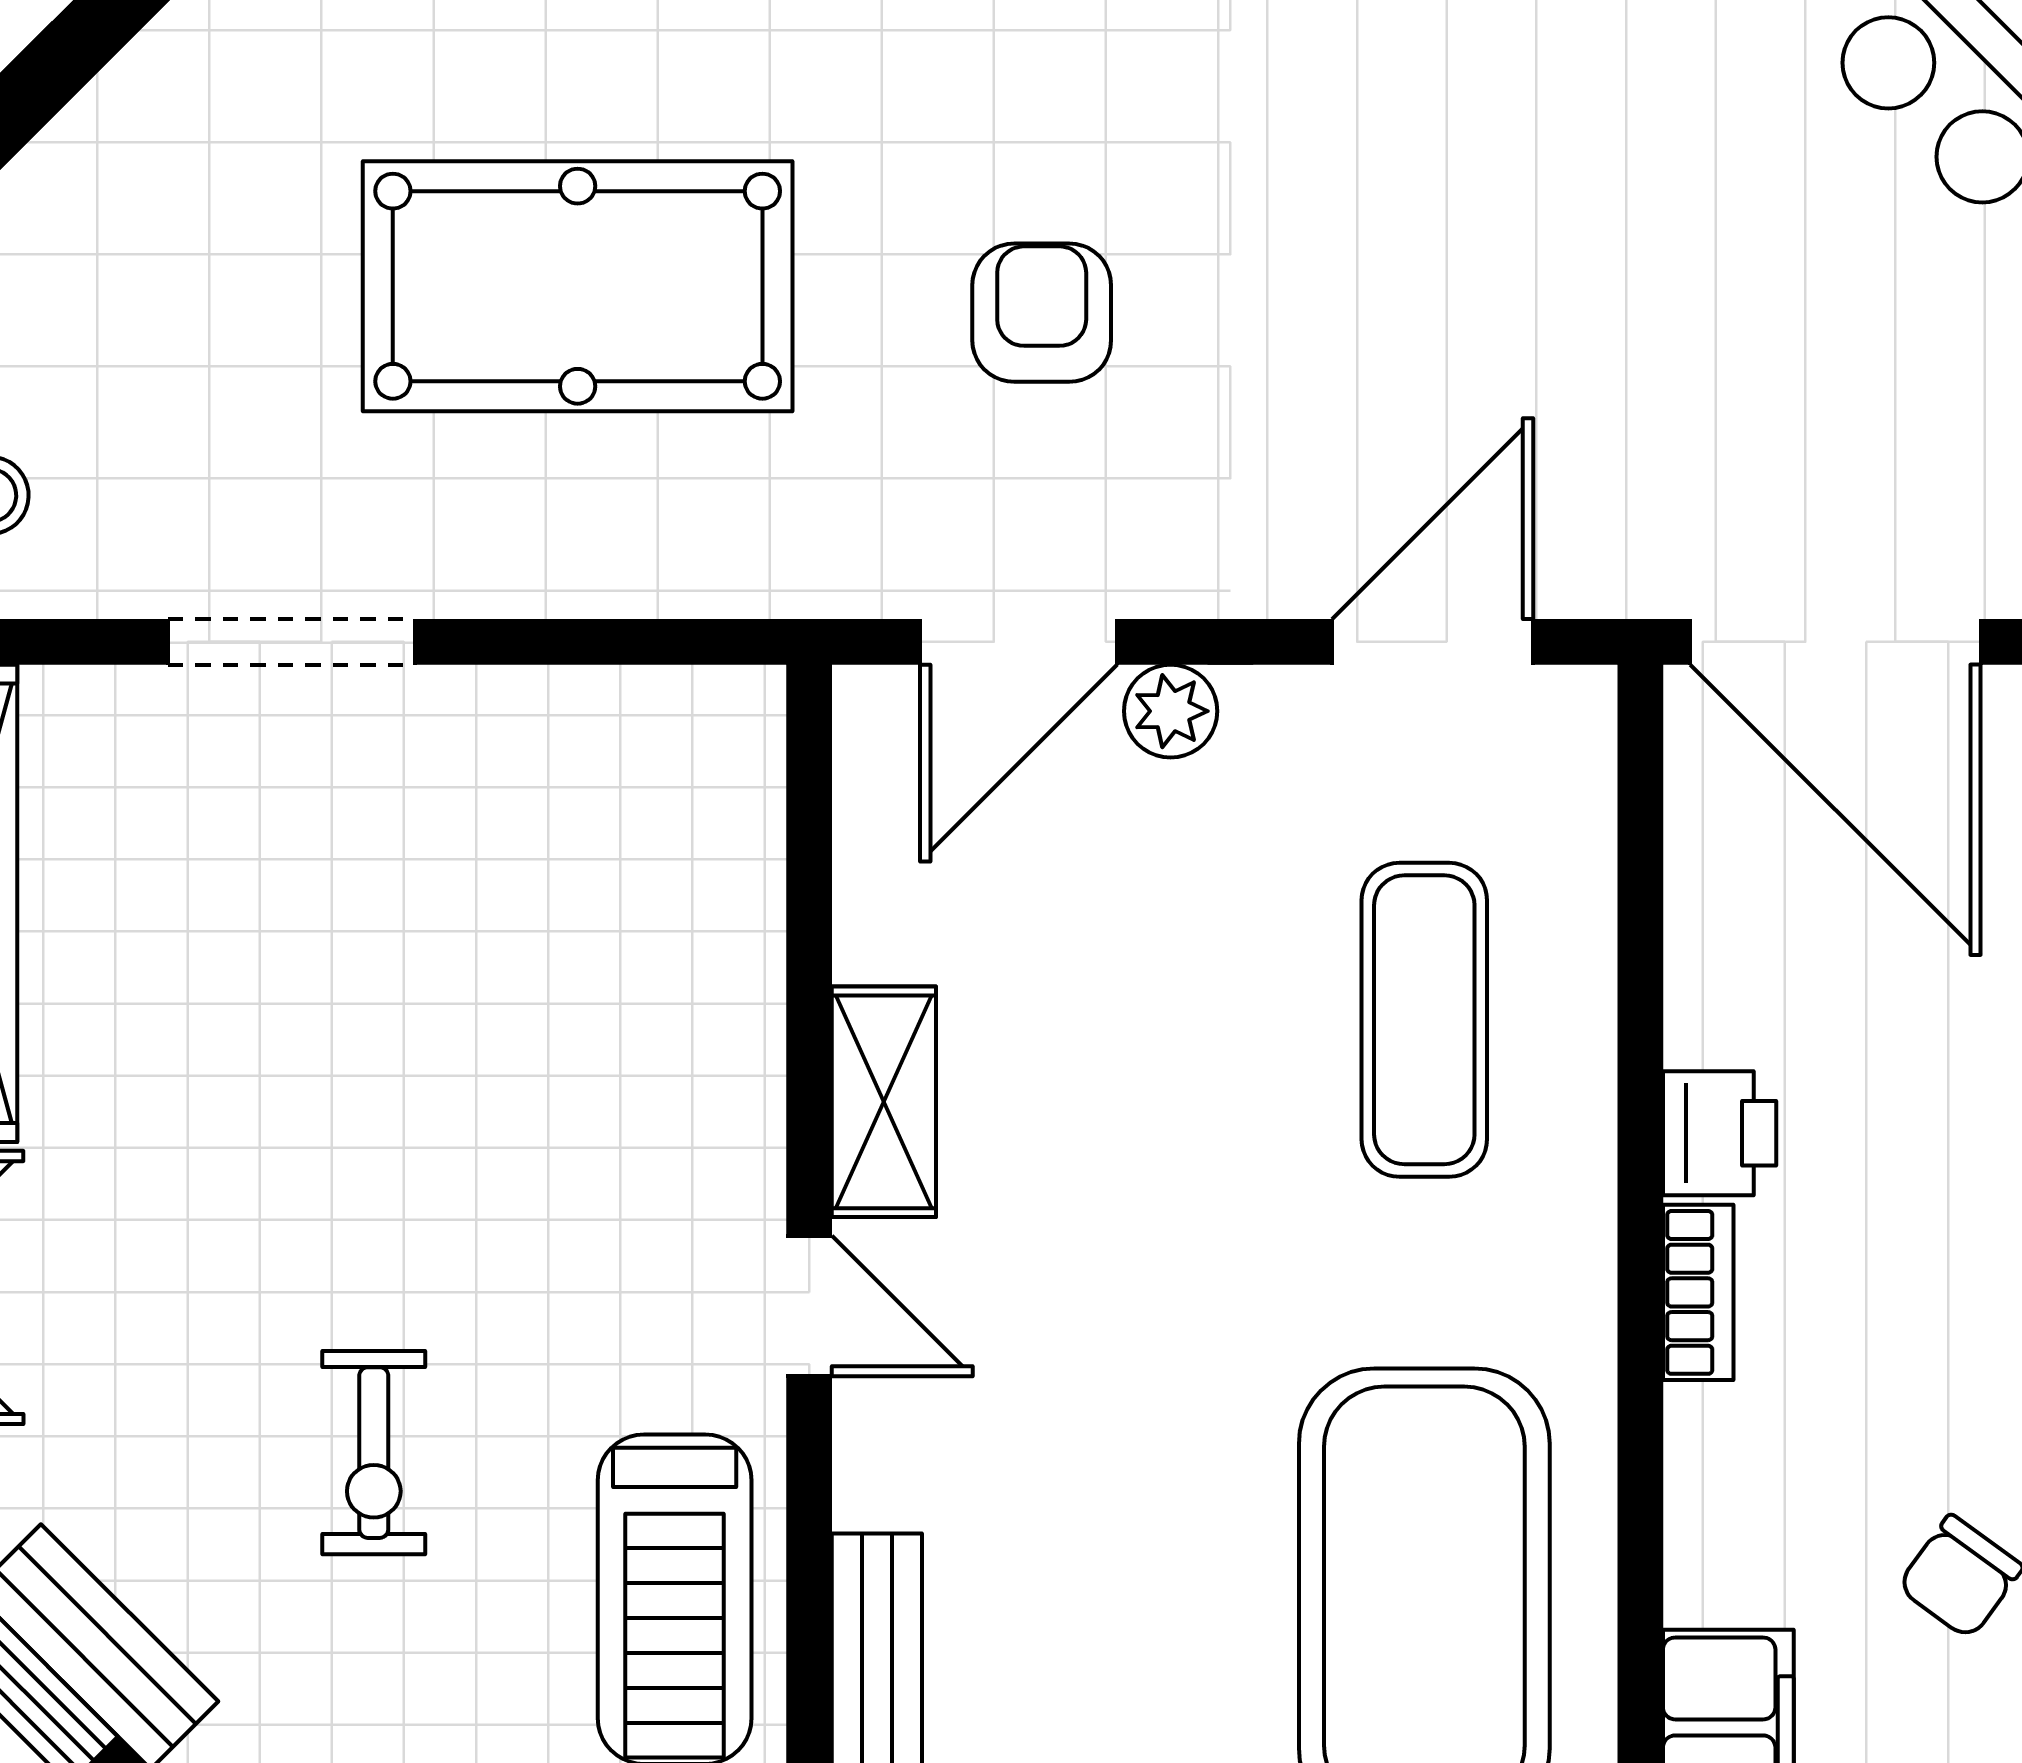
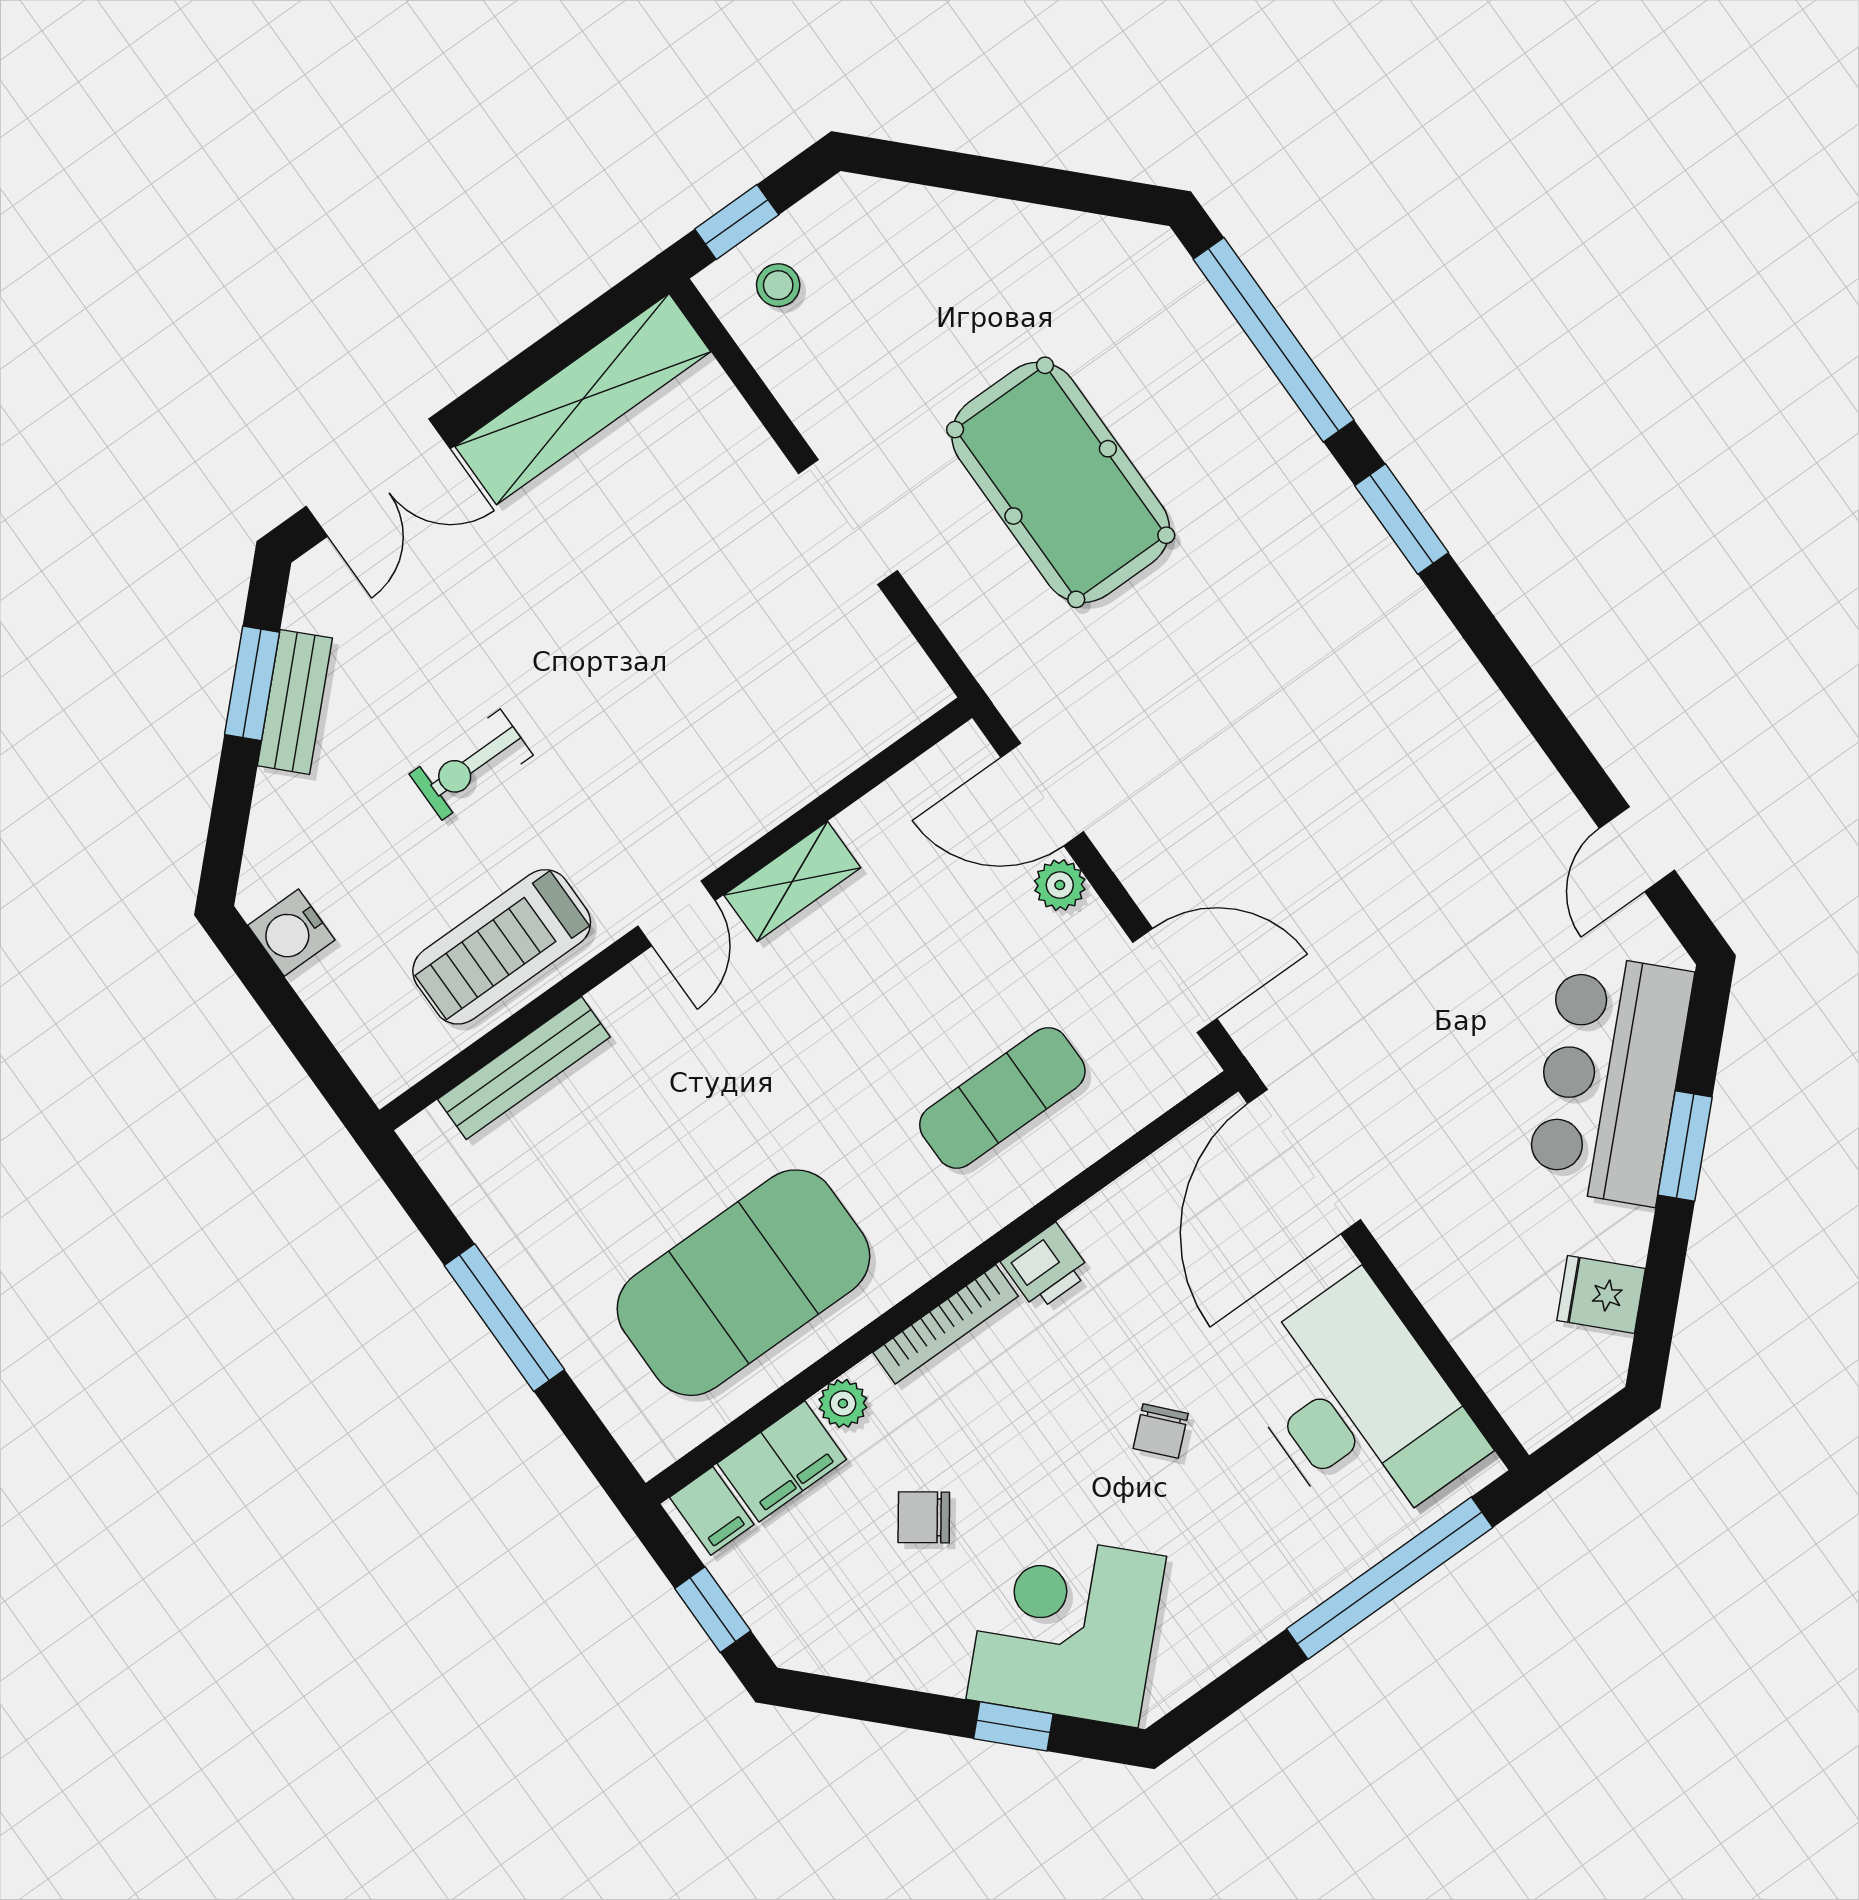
armchair: (1042, 313) -> (1197, 699), removed
doorway: (291, 642) -> (848, 522), moved
bookcase: (1698, 1292) -> (945, 1324), width x1.56
plant: (1707, 1576) -> (843, 1403), added

